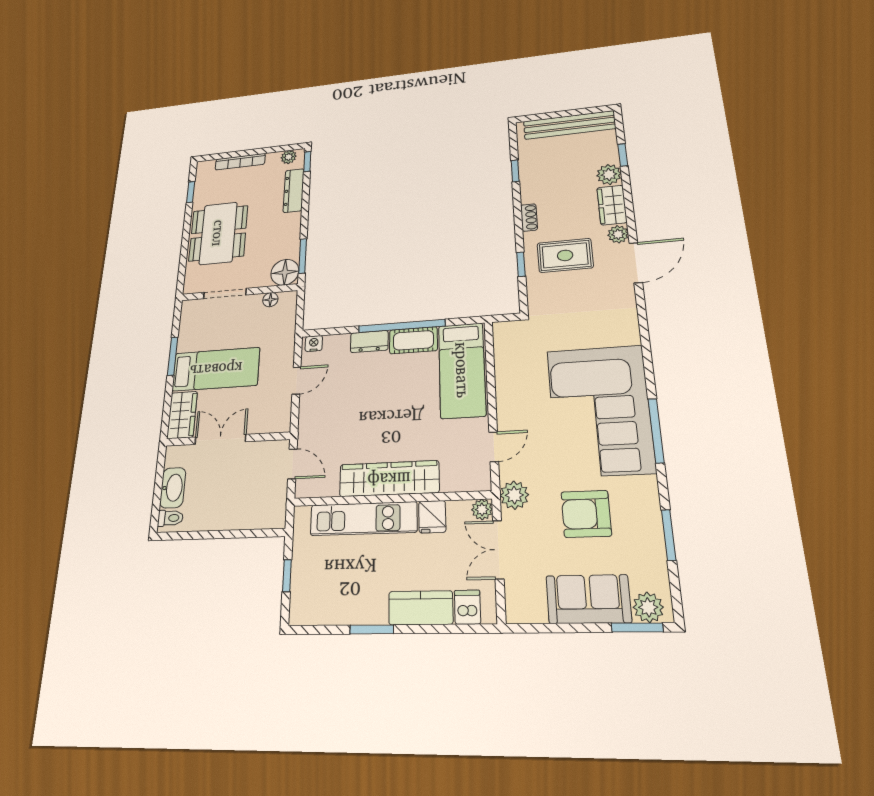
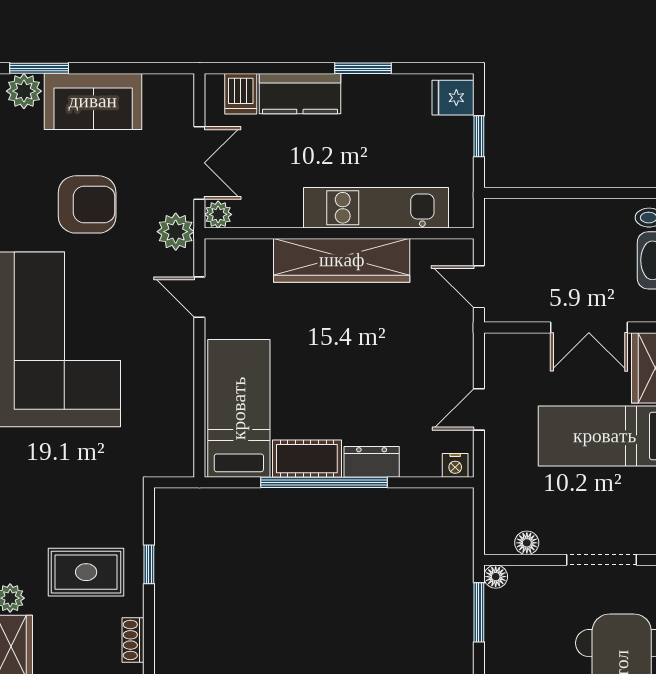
floor lamp: (285, 272) -> (496, 577), width x0.53, depth x0.53
door: (494, 447) -> (199, 297), hinge flipped
fridge: (432, 517) -> (453, 98), moved, turned -90

